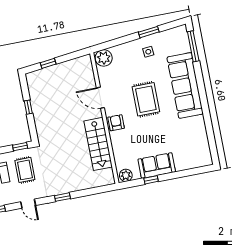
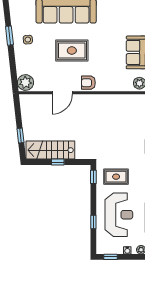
stairs: (98, 144) -> (50, 150), moved, turned 180

